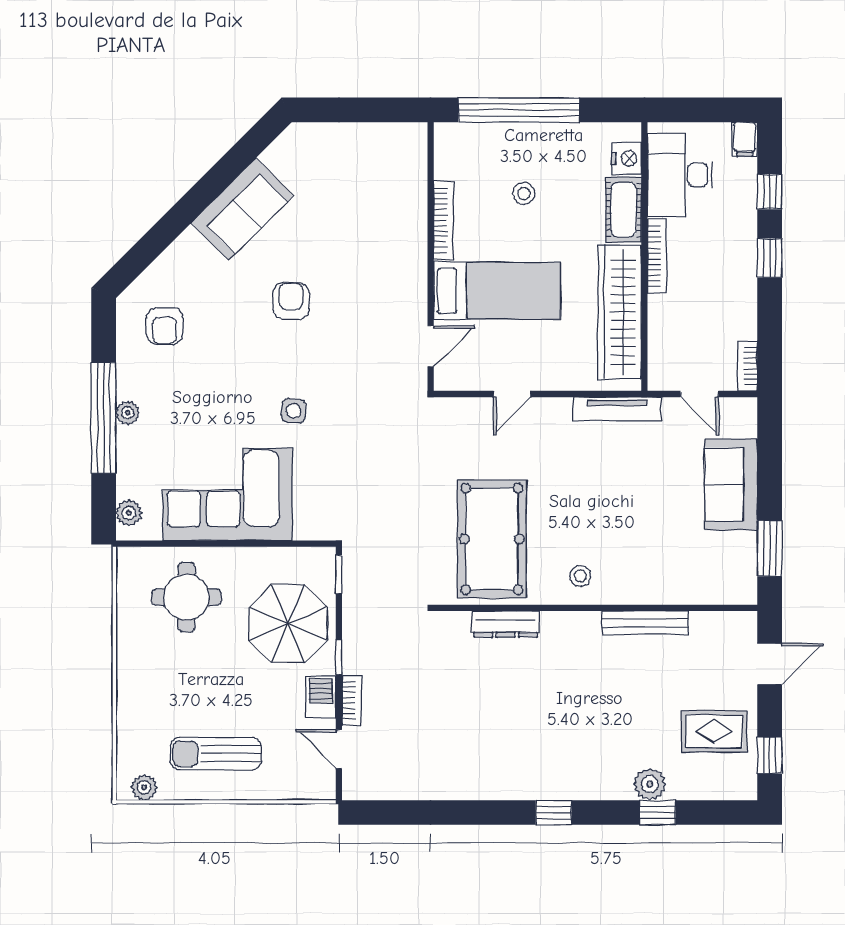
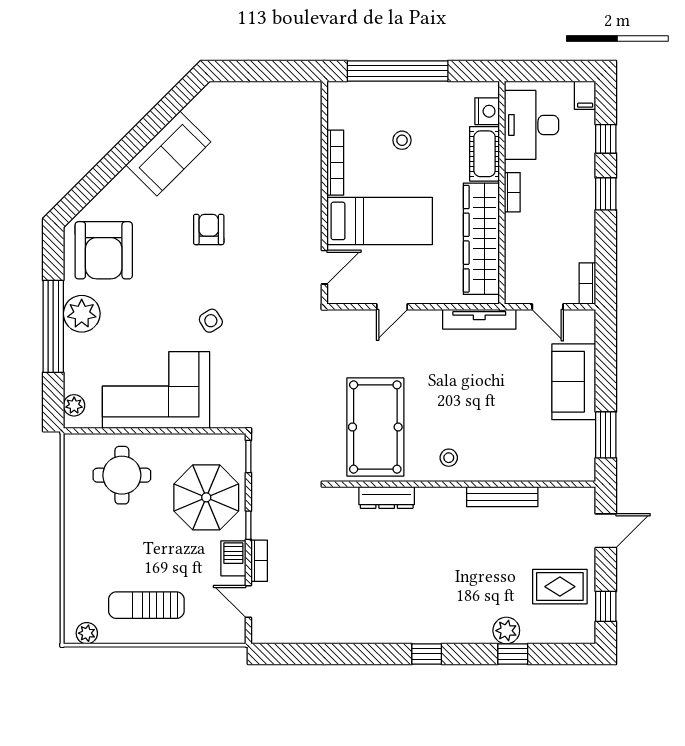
bookcase: (657, 256) -> (512, 192), width x0.64
armchair: (165, 326) -> (104, 250), width x1.88, depth x1.88
side table: (294, 411) -> (211, 321), turned -36
plant: (128, 413) -> (82, 314), width x1.88, depth x1.88

